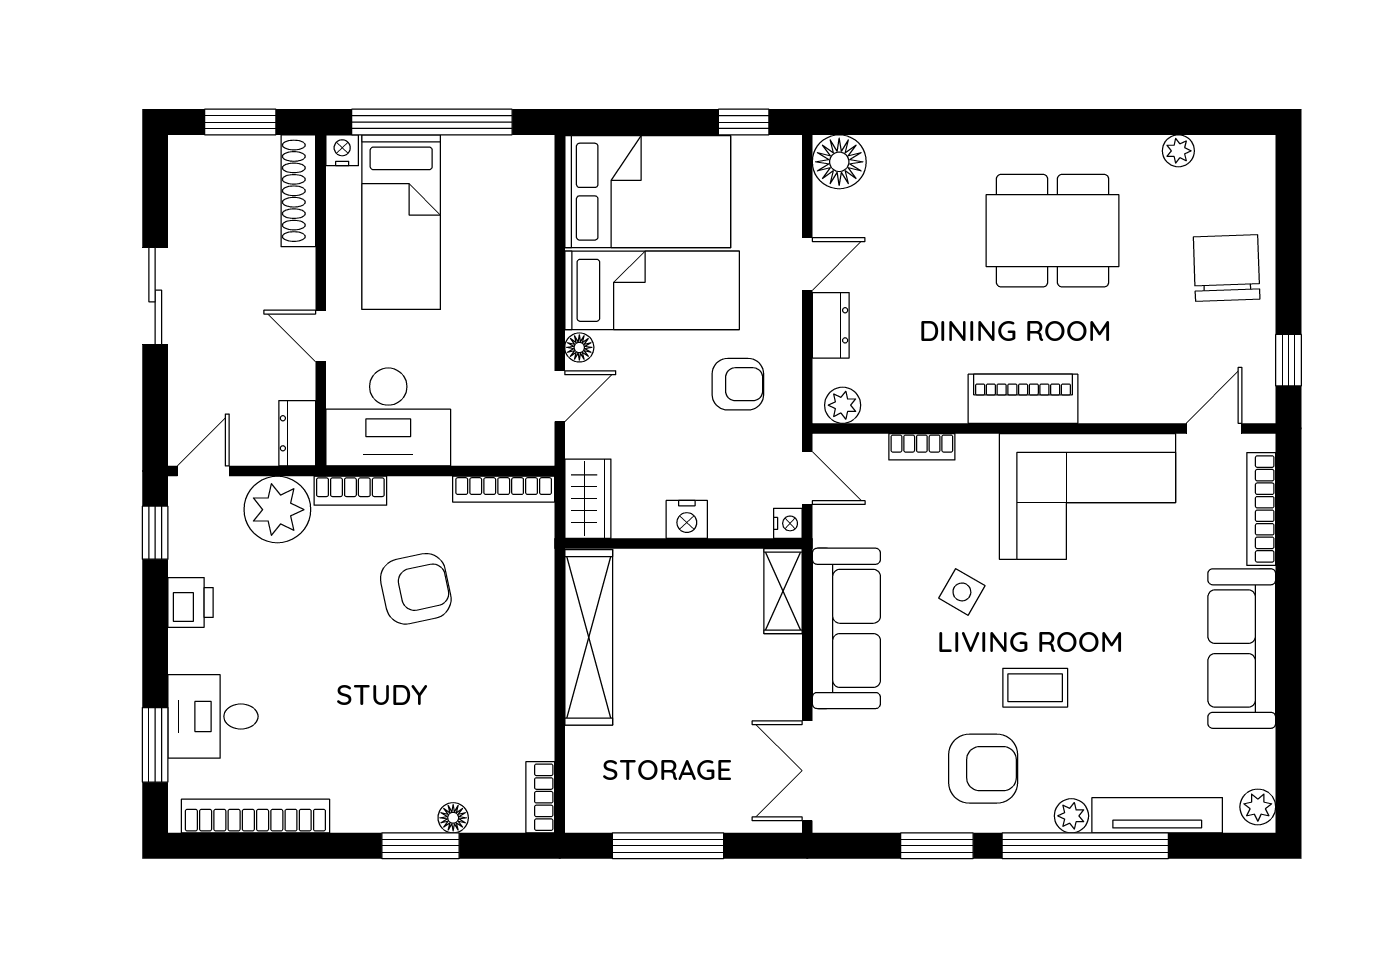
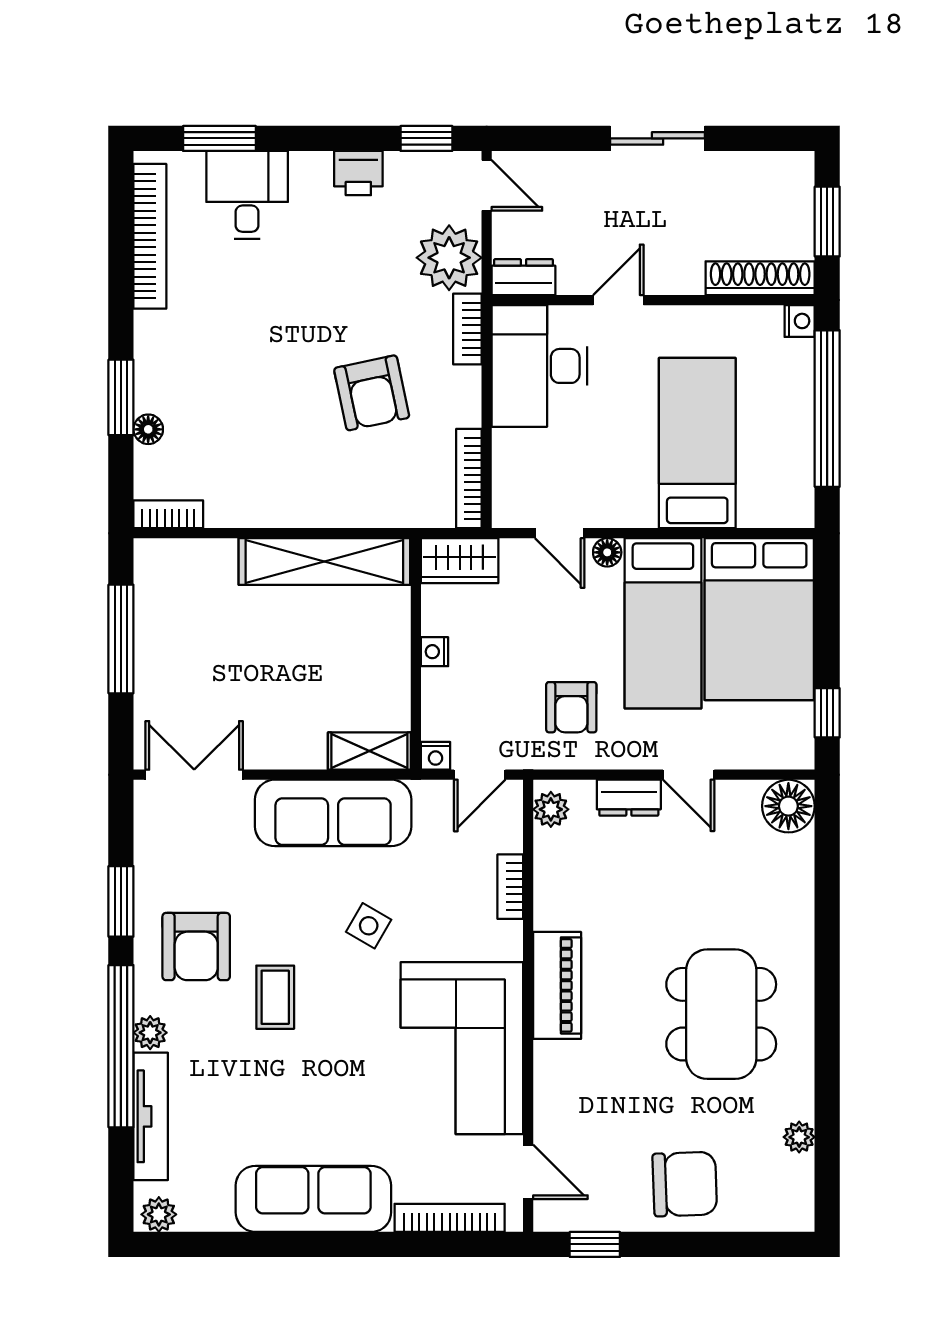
bed: (401, 222) -> (697, 443), moved, turned 90
nightstand: (687, 519) -> (434, 652), width x0.72, depth x0.74

